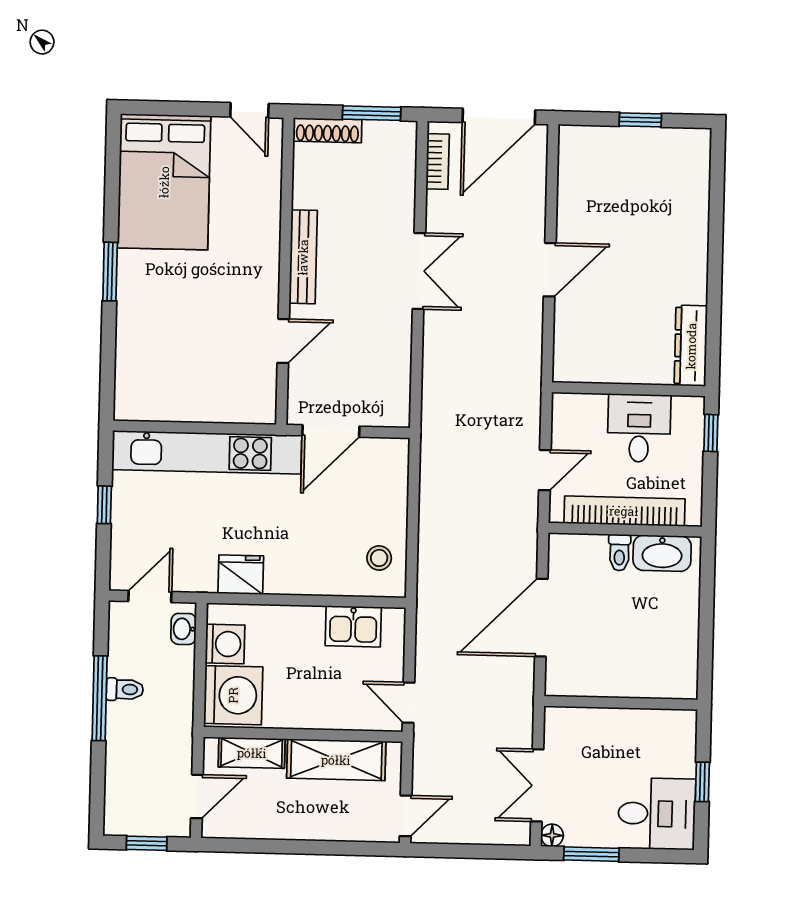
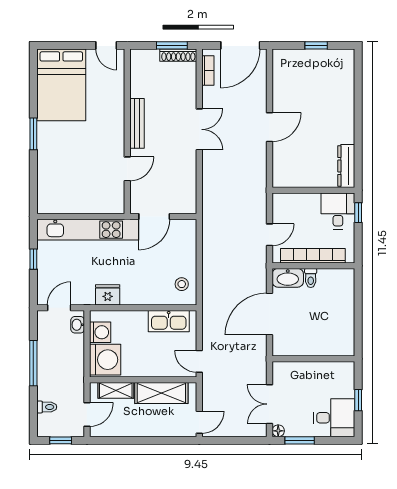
shoe rack: (327, 130) -> (178, 55), moved
desk: (639, 428) -> (338, 211), moved
washbasin: (662, 553) -> (288, 278), moved
kitchen sink: (353, 626) -> (169, 321), width x1.38
toilet: (125, 689) -> (47, 407), moved

